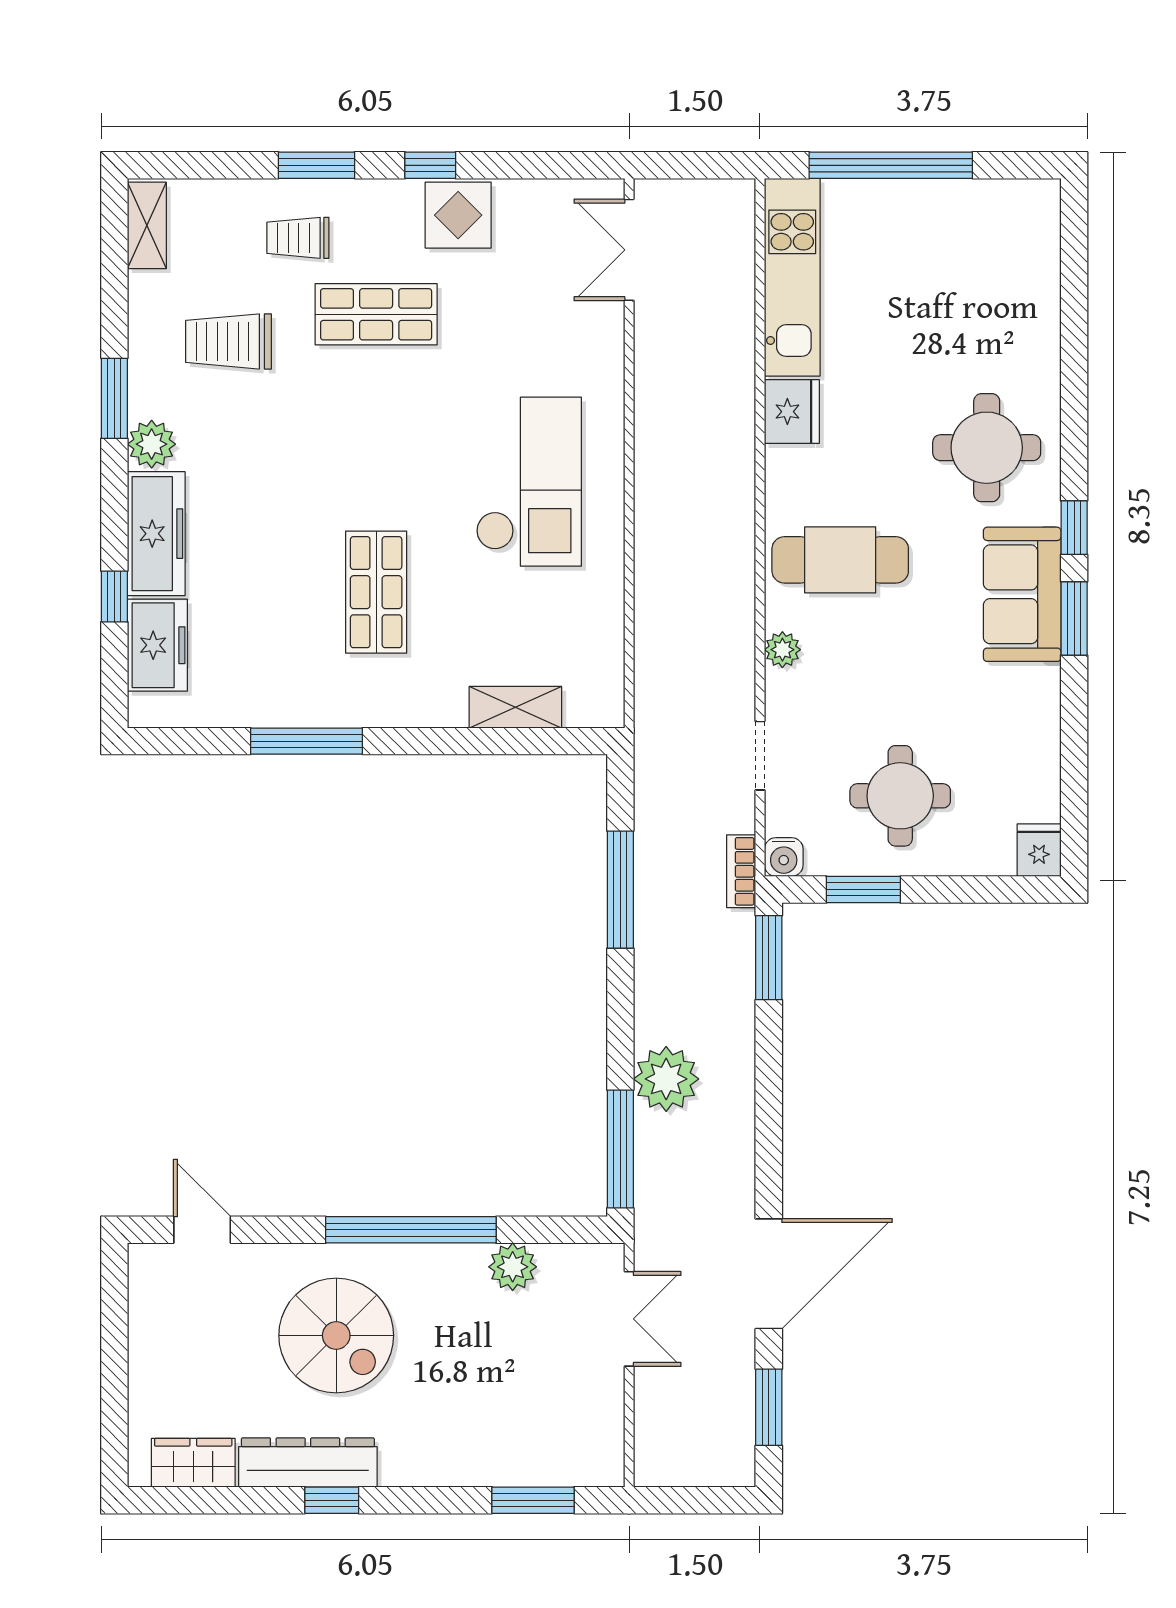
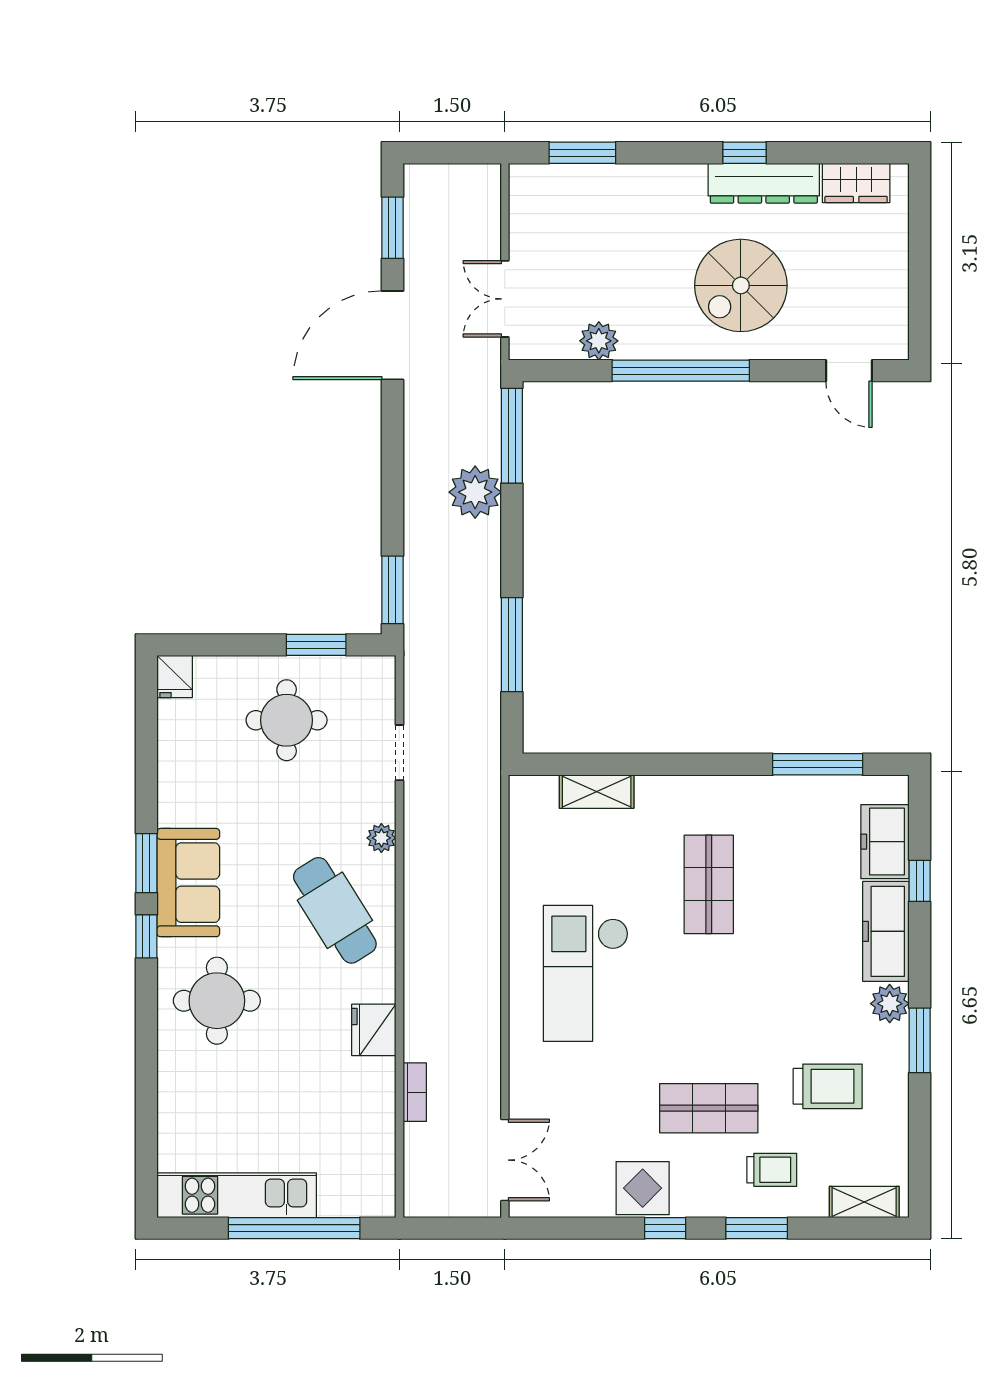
shelving: (147, 225) -> (864, 1202), moved, turned 90
kitchen unit: (792, 277) -> (237, 1195), moved, turned 90
cafe table: (840, 560) -> (335, 910), turned 58
window: (306, 741) -> (818, 764), moved
water cooler: (784, 857) -> (380, 671), removed
bookcase: (741, 871) -> (415, 1092), moved
spiral stairs: (336, 1335) -> (741, 285), turned -90

